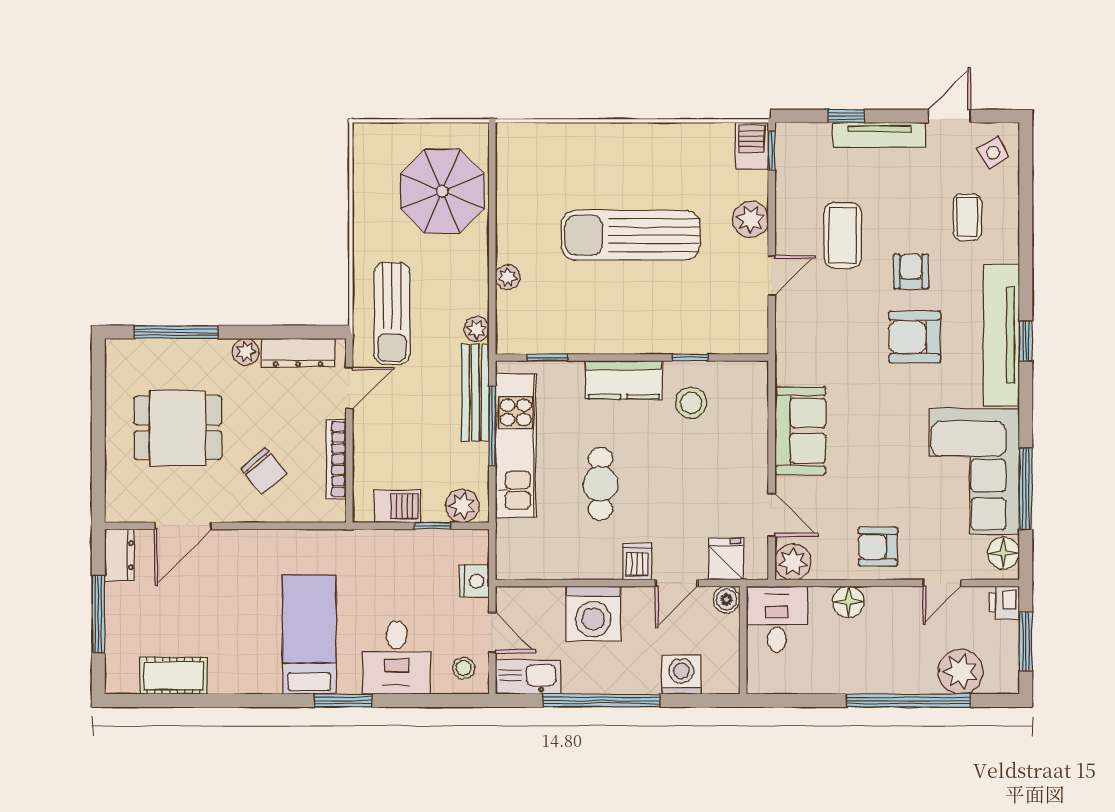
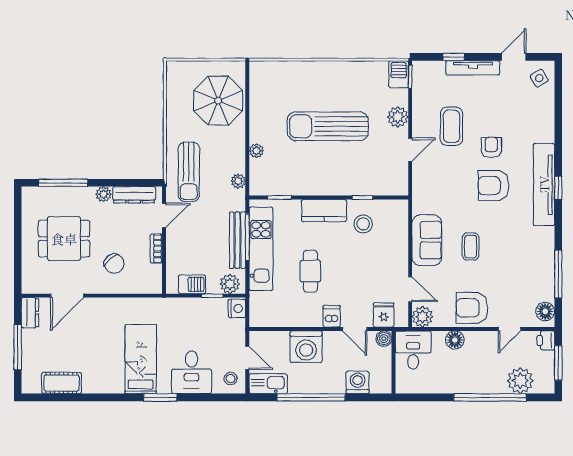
coffee table: (967, 217) -> (471, 246), moved
bench: (475, 393) -> (237, 240), moved
bookcase: (336, 459) -> (156, 248), width x0.64
corner sofa: (974, 471) -> (528, 264), removed
armchair: (878, 547) -> (472, 308), width x1.38, depth x1.38
nightstand: (474, 581) -> (237, 308), moved
door: (676, 583) -> (355, 329), hinge flipped

